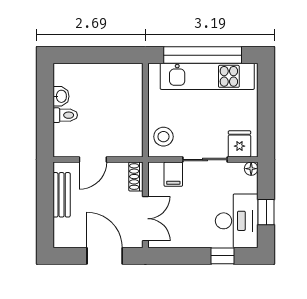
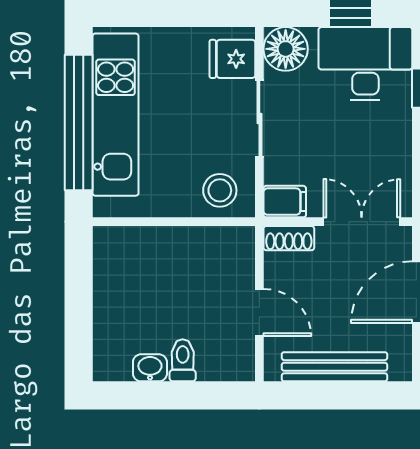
floor lamp: (251, 169) -> (286, 49), width x1.89, depth x1.89
filing cabinet: (173, 174) -> (285, 202), moved
bench: (62, 195) -> (334, 367), width x1.36

